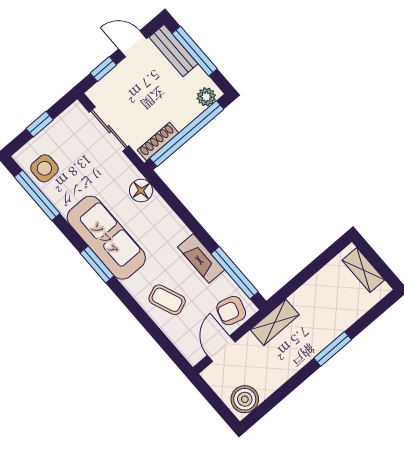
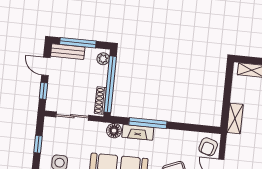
door: (133, 44) -> (46, 66), hinge flipped
fireplace: (201, 258) -> (138, 132), moved
window: (235, 273) -> (148, 123), moved
shelving: (275, 322) -> (235, 118), moved

